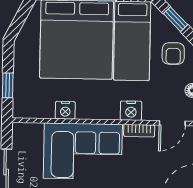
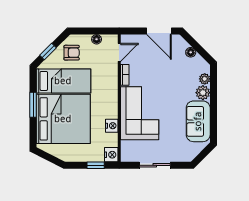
nightstand: (131, 111) -> (111, 155), moved
door: (172, 123) -> (119, 52), hinge flipped

